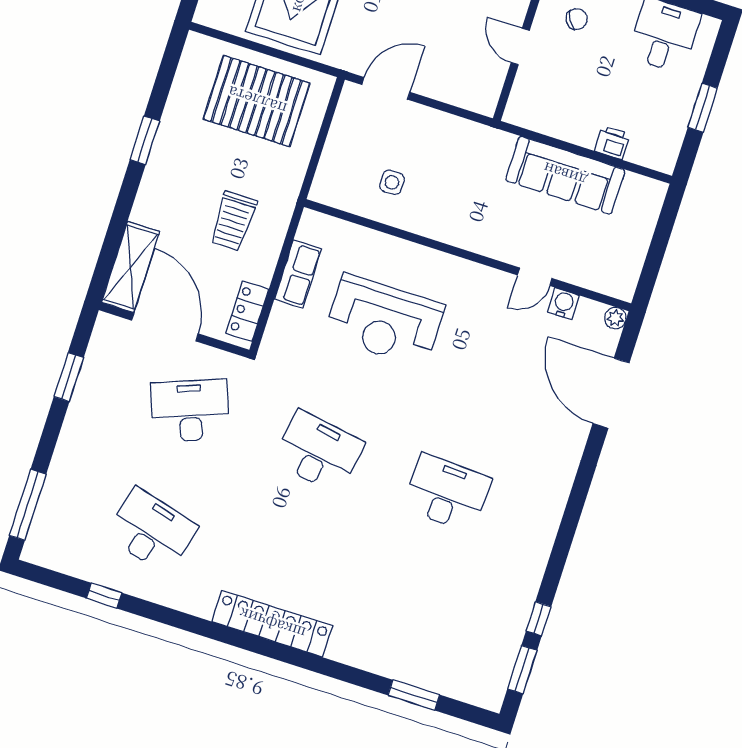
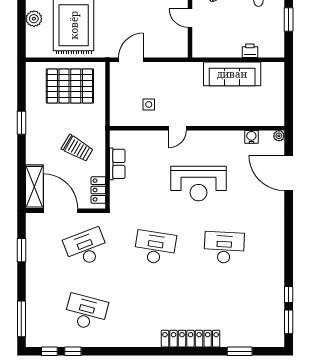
trolley: (233, 221) -> (77, 148), turned -60
door: (535, 277) -> (177, 128), moved
reception desk: (384, 321) -> (198, 184), moved
window: (60, 582) -> (49, 351), added
locker: (272, 624) -> (191, 339), moved

